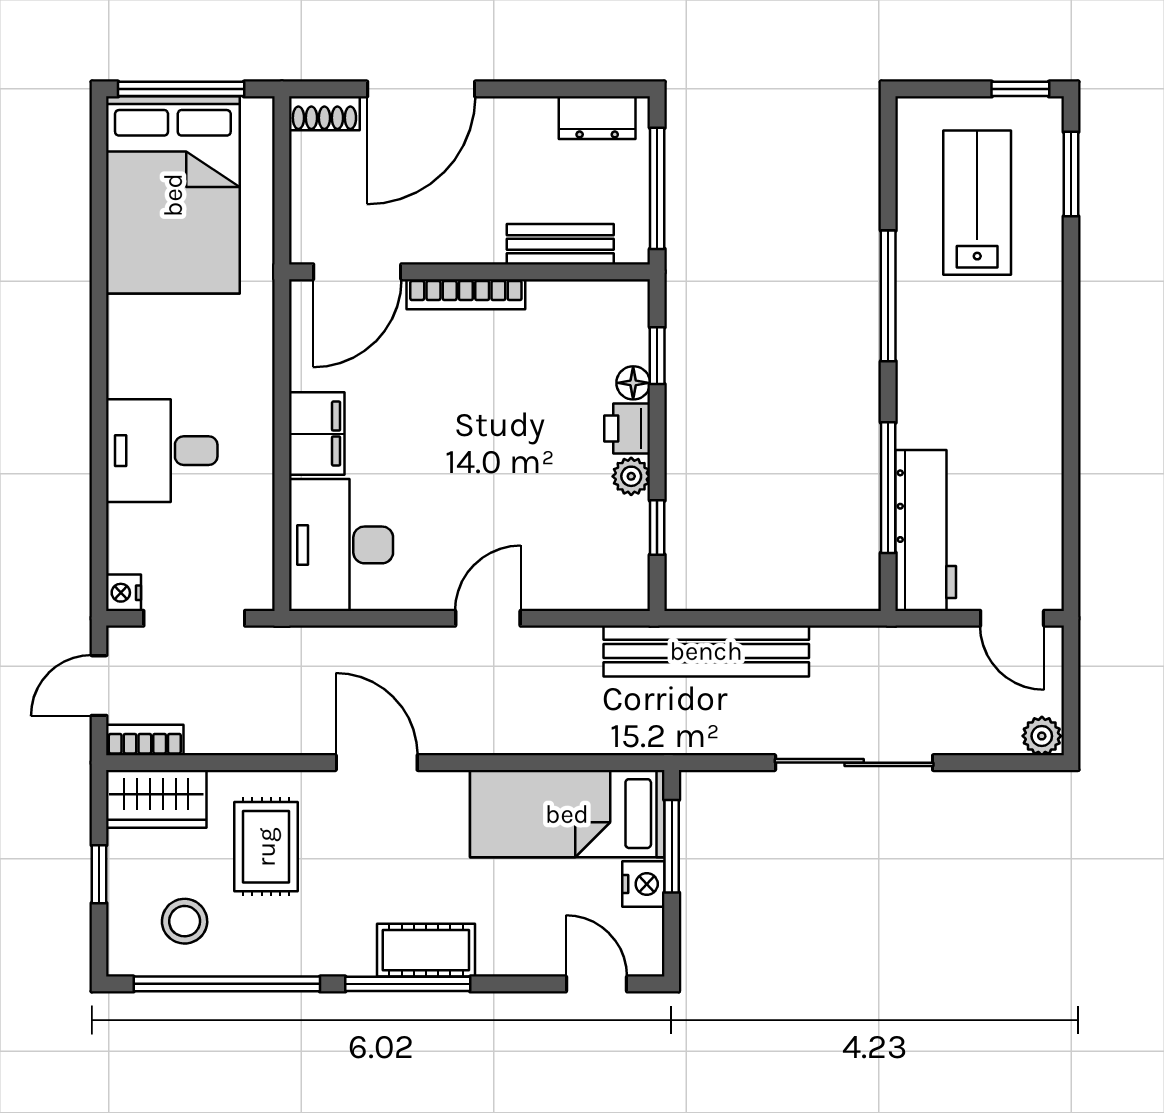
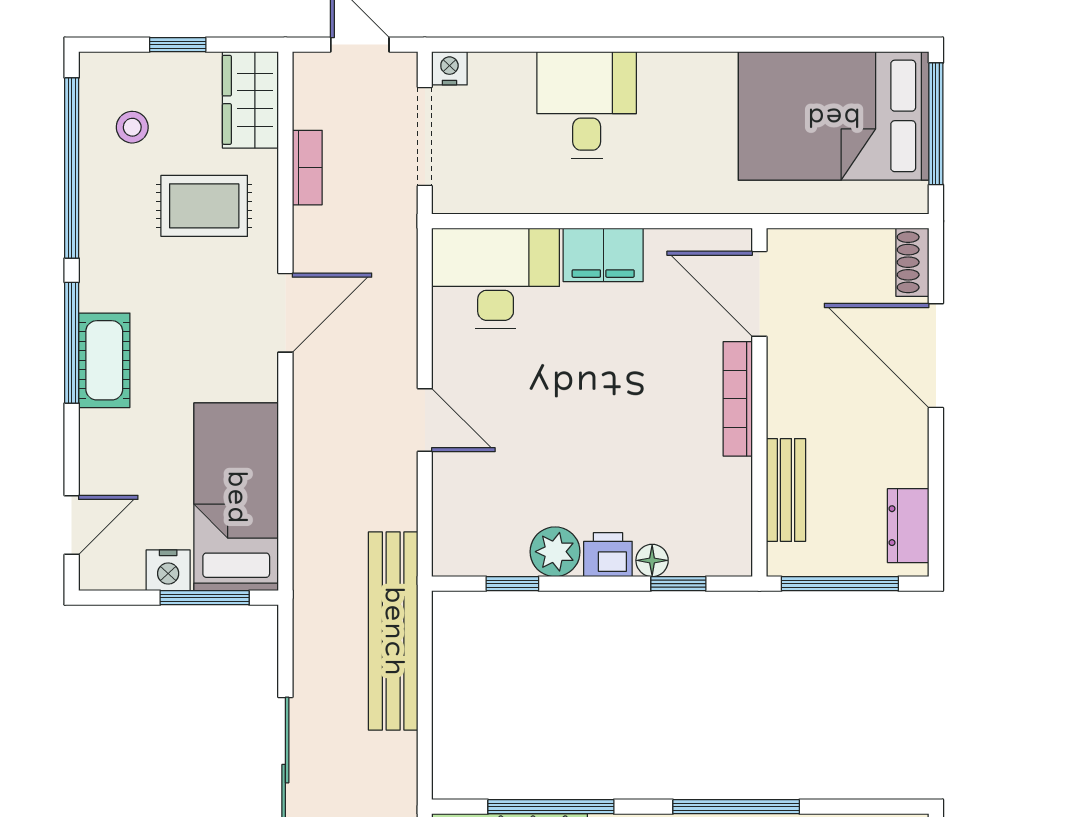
plant: (631, 476) -> (555, 552), width x1.38, depth x1.38
bookcase: (145, 740) -> (307, 168), moved
stool: (185, 921) -> (132, 127), width x0.73, depth x0.73

